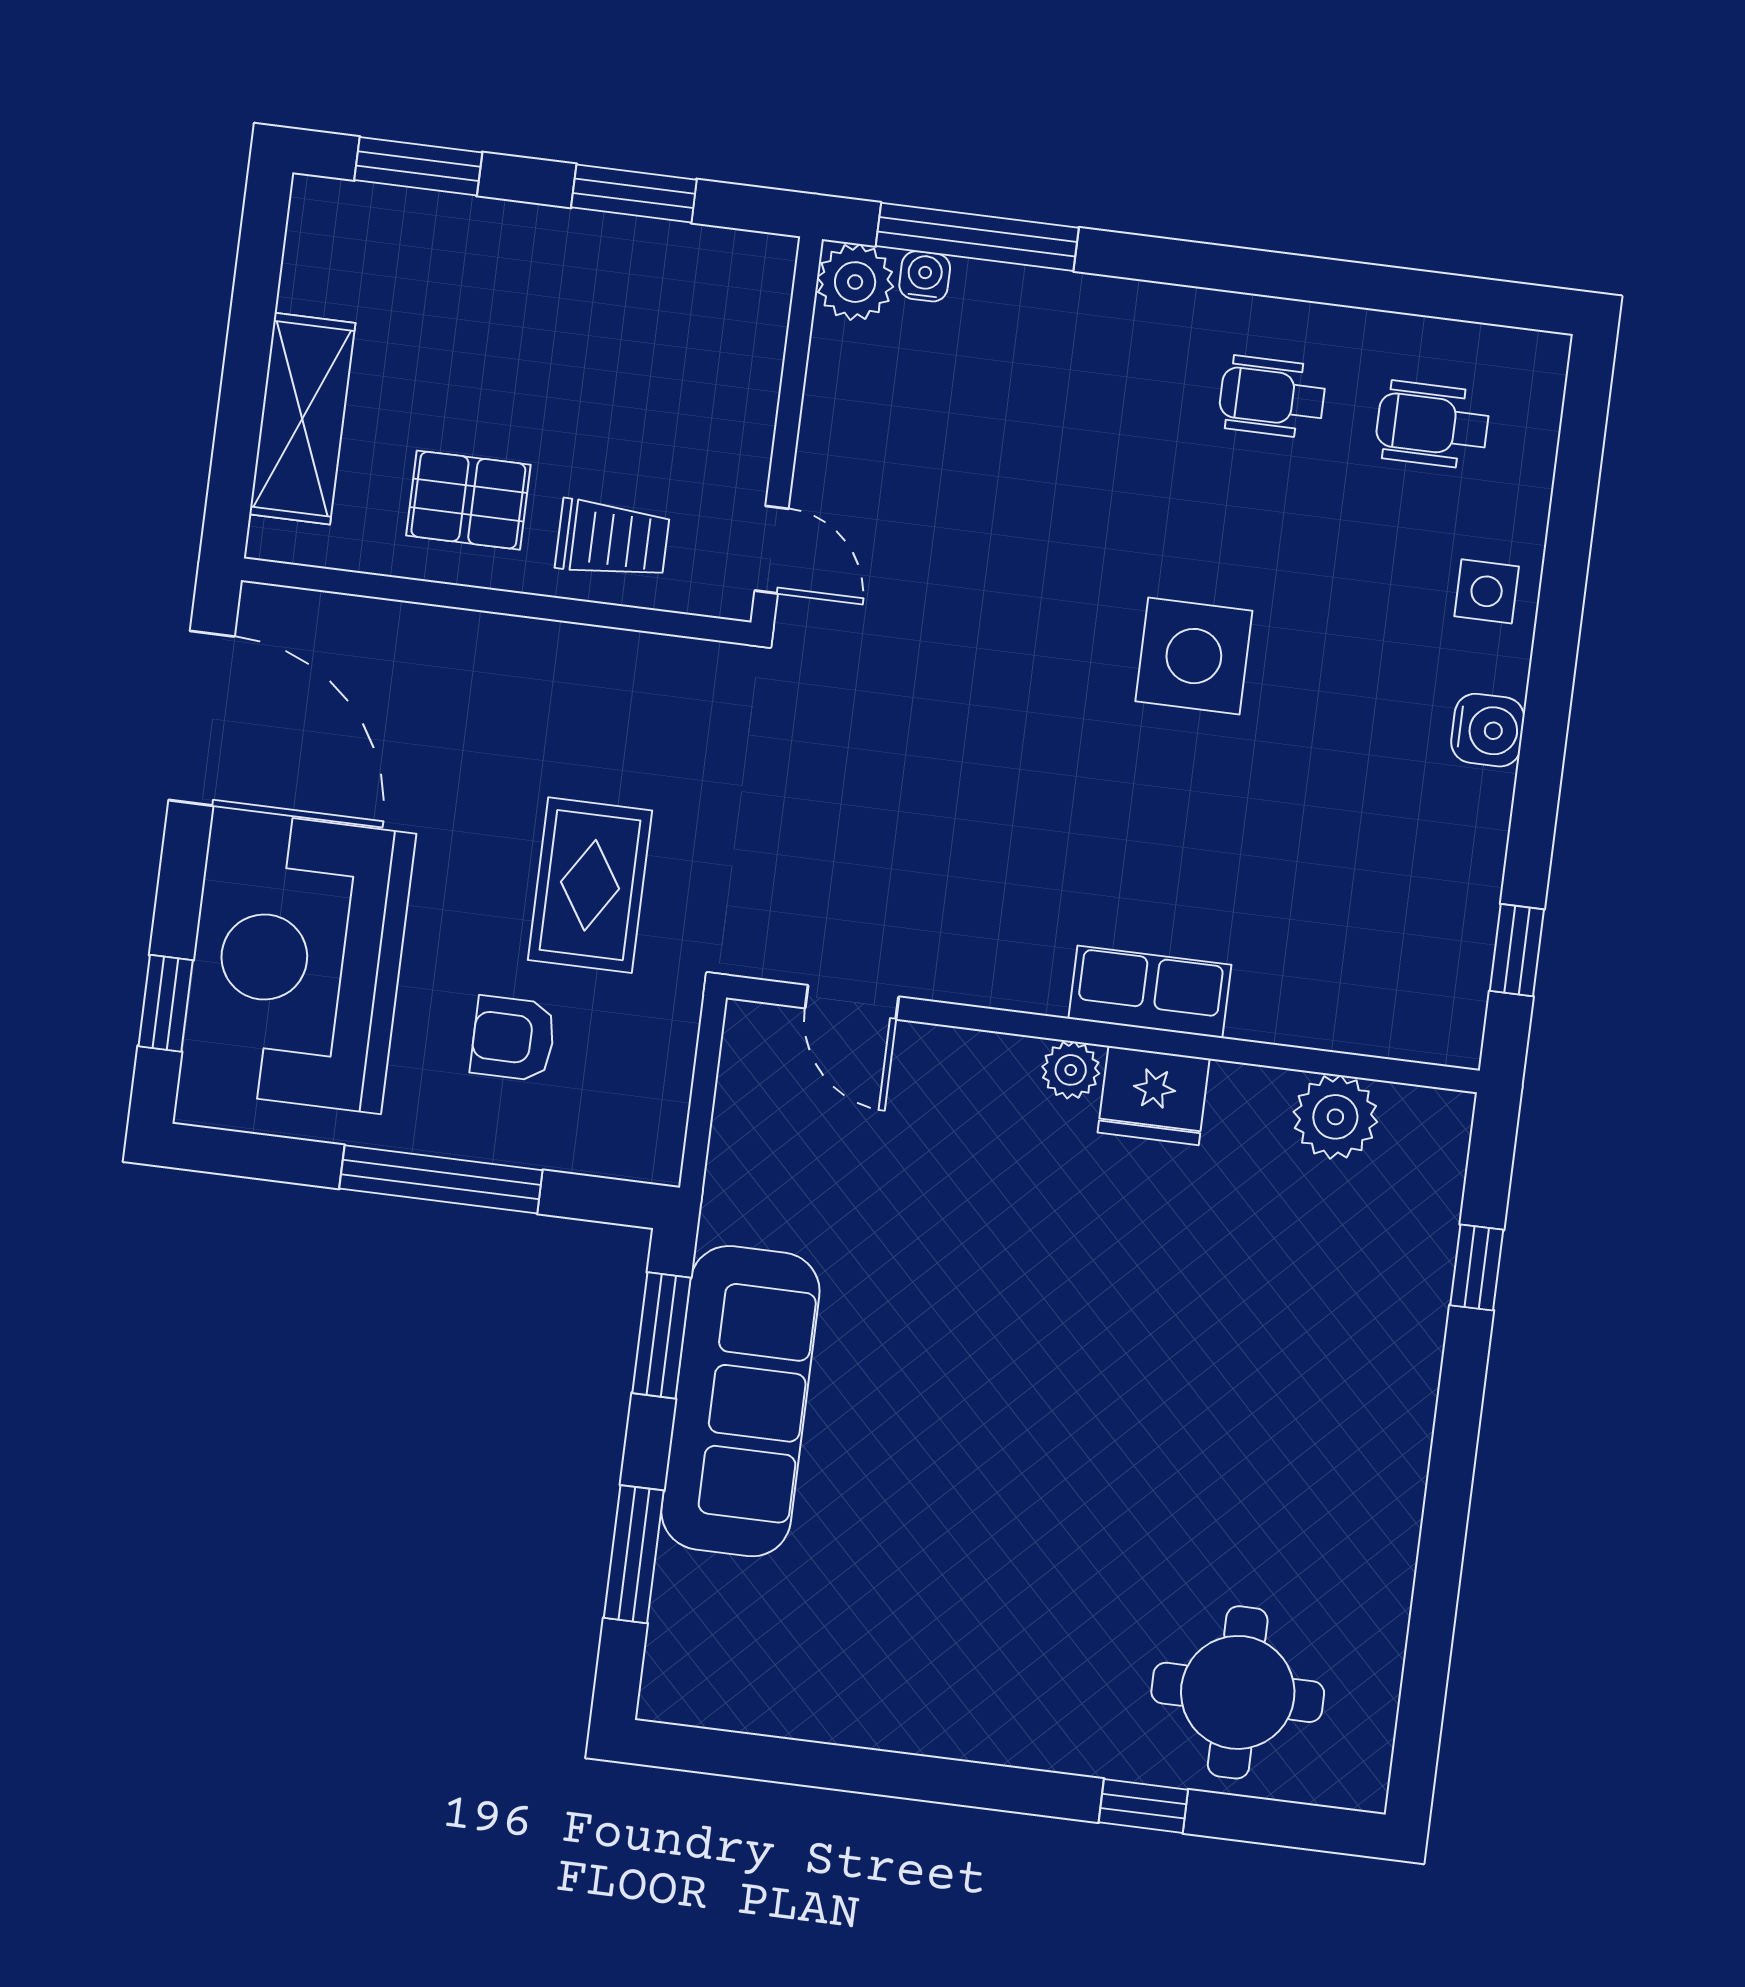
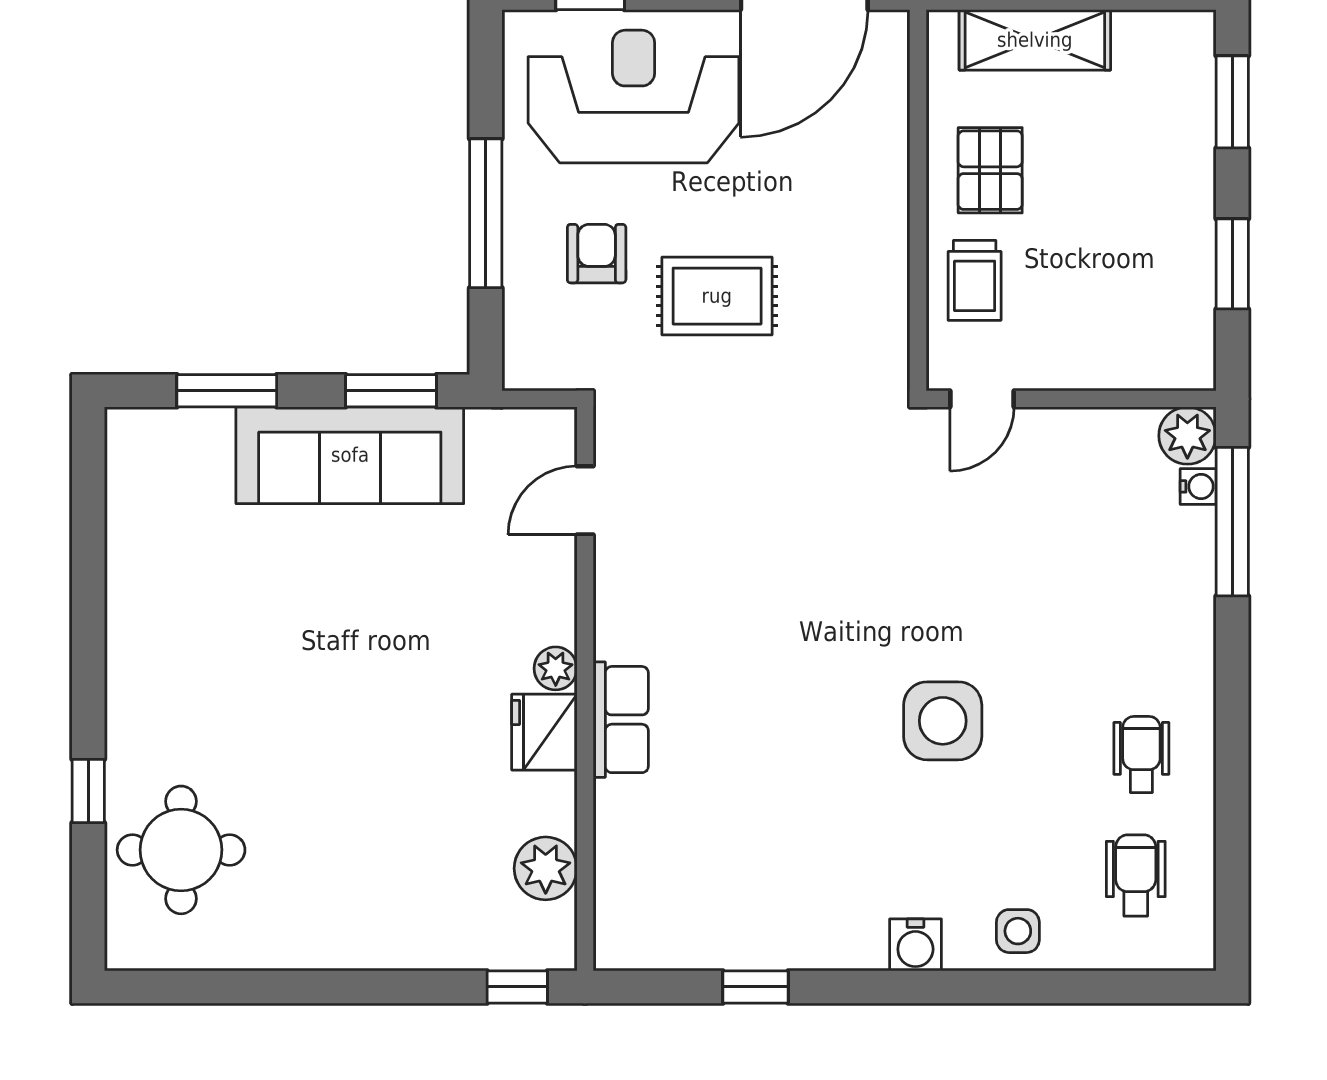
row of seats: (1150, 992) -> (621, 720), moved
door: (852, 1002) -> (585, 500), moved
wall: (1103, 1034) -> (585, 689), moved
plant: (1071, 1070) -> (556, 668), moved
fridge: (1154, 1096) -> (544, 732), moved
plant: (1335, 1117) -> (546, 868), moved

